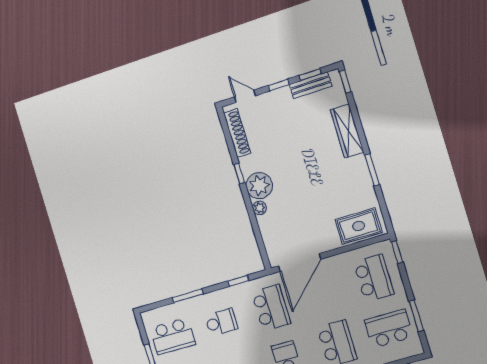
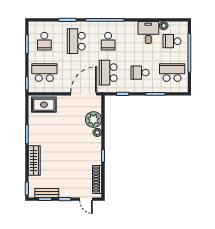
plant: (259, 186) -> (93, 120), moved
school desk: (374, 278) -> (44, 73), turned 90
school desk: (389, 329) -> (44, 41), width x0.54

